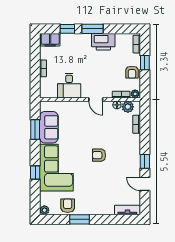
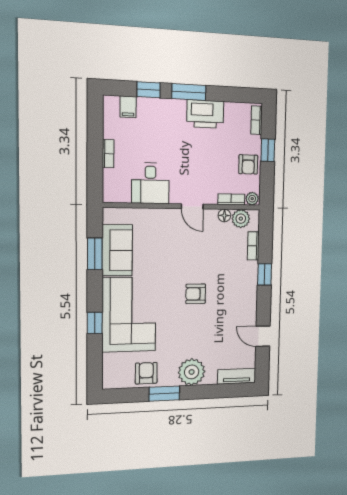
filing cabinet: (50, 40) -> (128, 107), width x0.50
window: (145, 161) -> (265, 274), moved
plant: (44, 210) -> (192, 372), moved, width x1.88, depth x1.88

